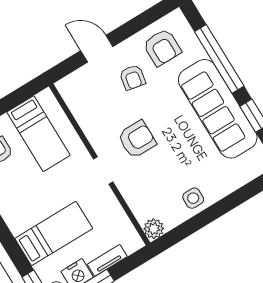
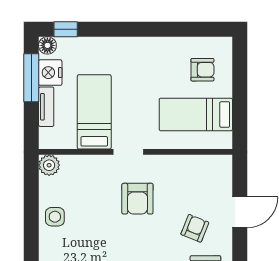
armchair: (133, 77) -> (195, 228), turned 101
bed: (54, 233) -> (94, 112), moved, turned 180

